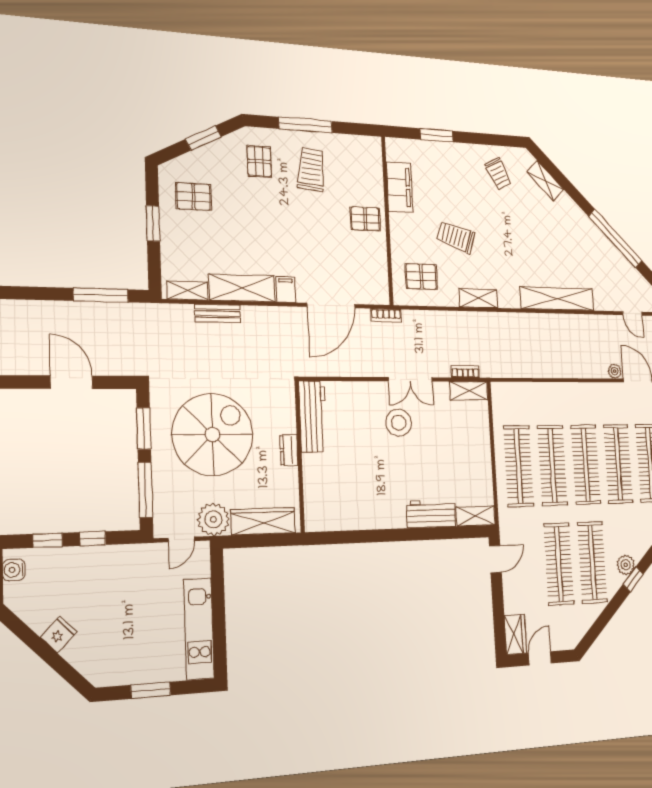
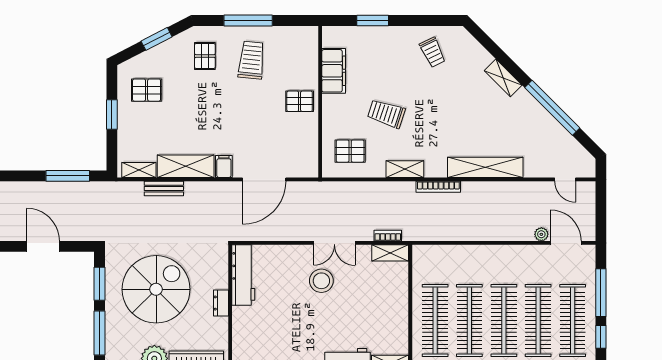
shelving: (545, 181) -> (503, 78), moved
bookcase: (386, 315) -> (438, 187), moved, width x1.56

